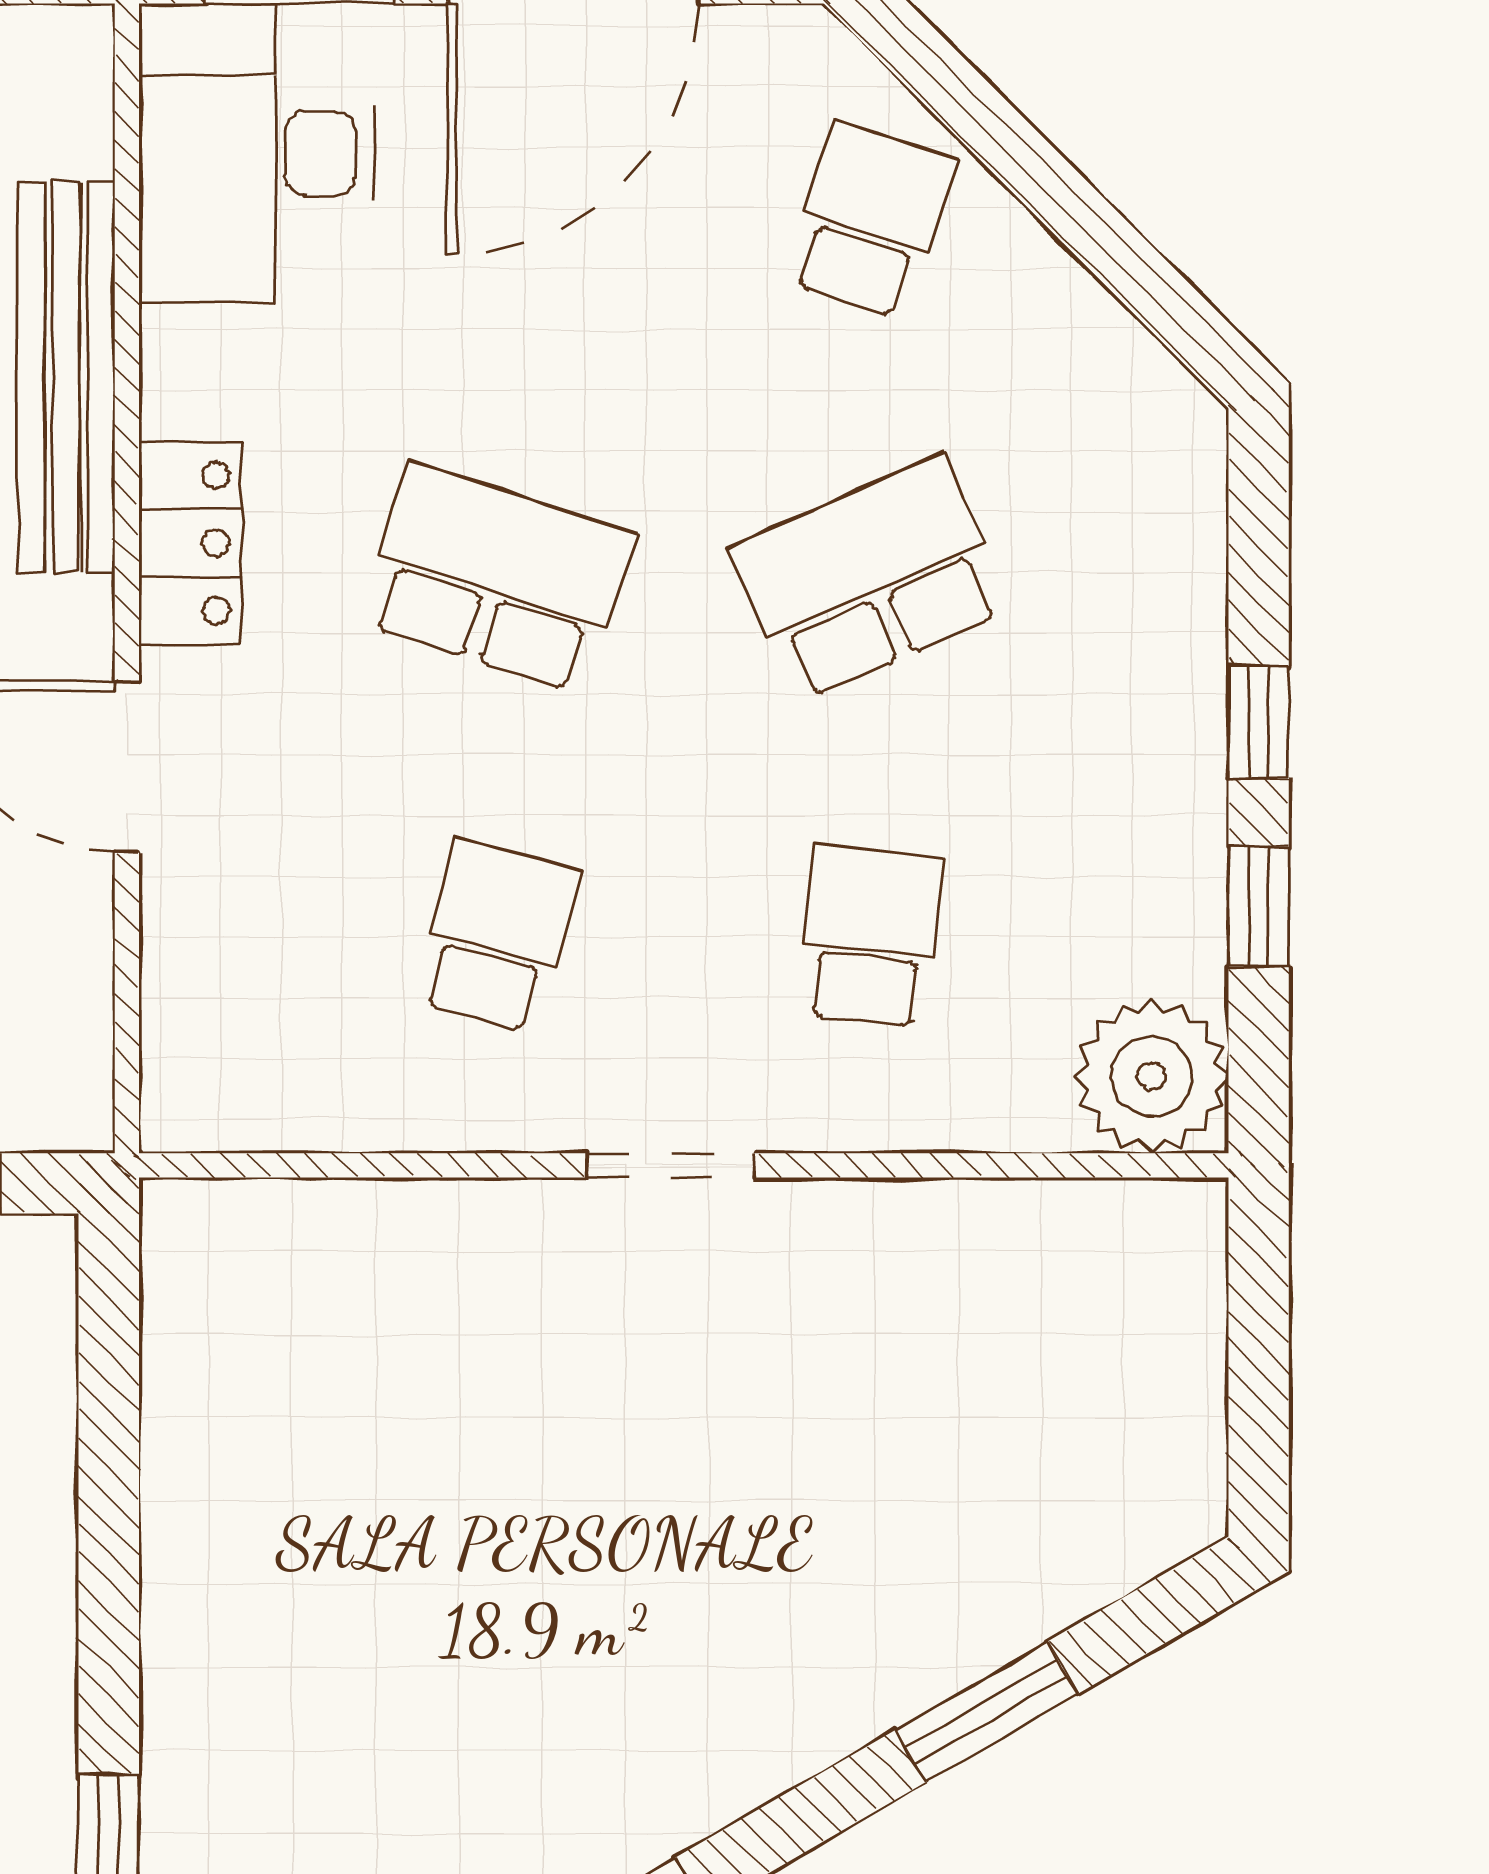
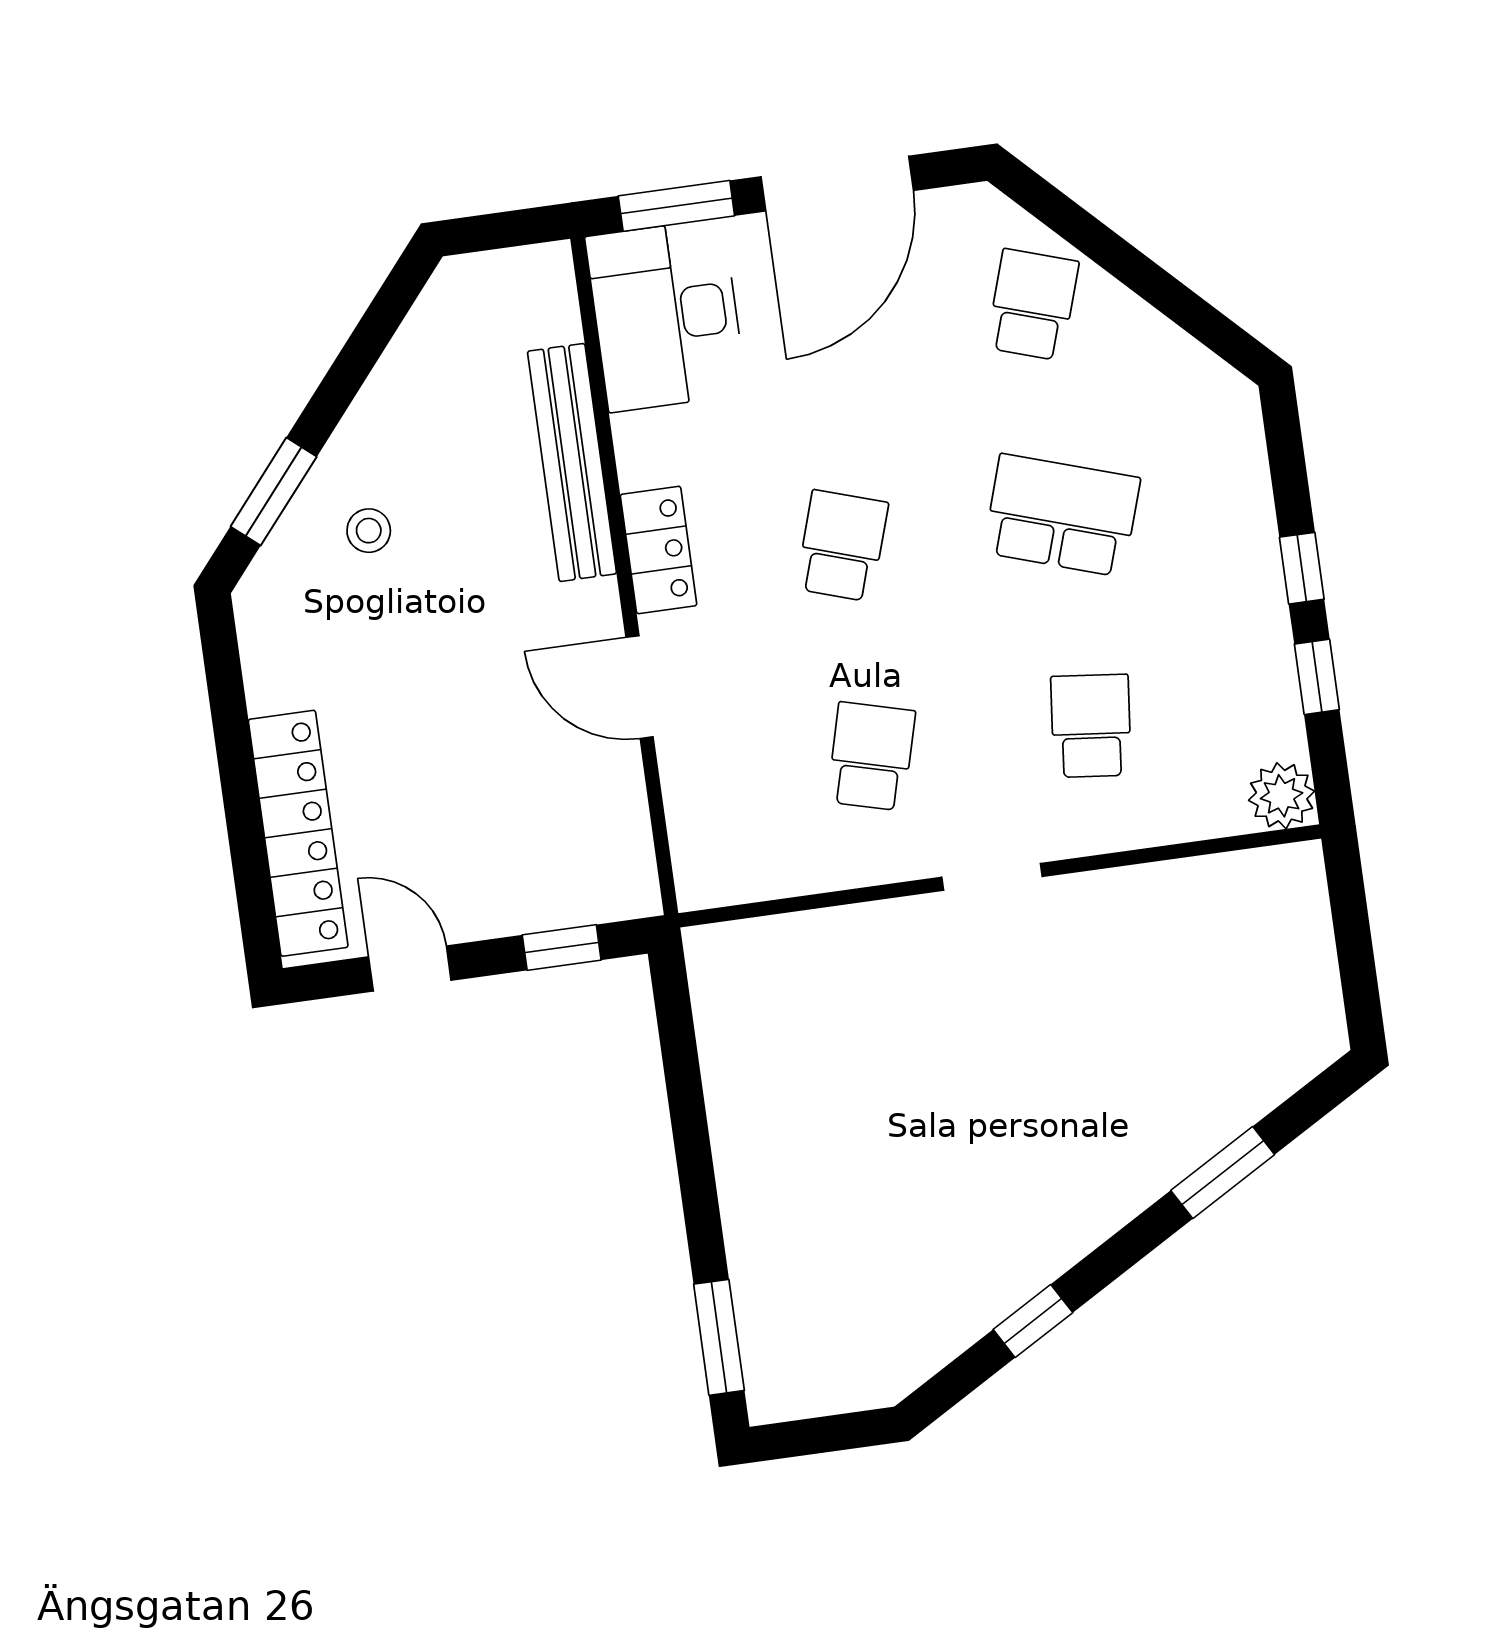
school desk: (497, 578) -> (842, 546), width x0.54
school desk: (870, 578) -> (1062, 515), turned 42
plant: (1152, 1076) -> (1282, 796), width x0.73, depth x0.73

